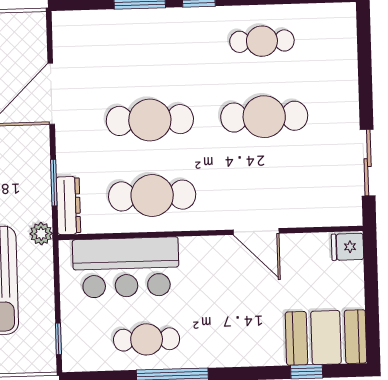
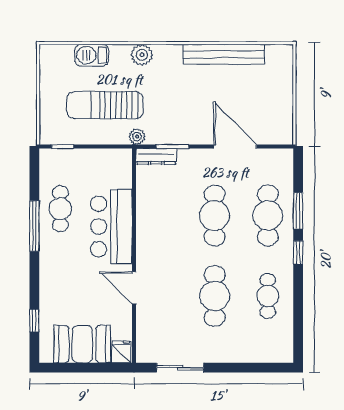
cafe table: (152, 196) -> (268, 215), moved
door: (256, 232) -> (134, 288), hinge flipped
bar counter: (126, 267) -> (111, 227), moved
booth: (326, 338) -> (82, 344), moved, turned 90

